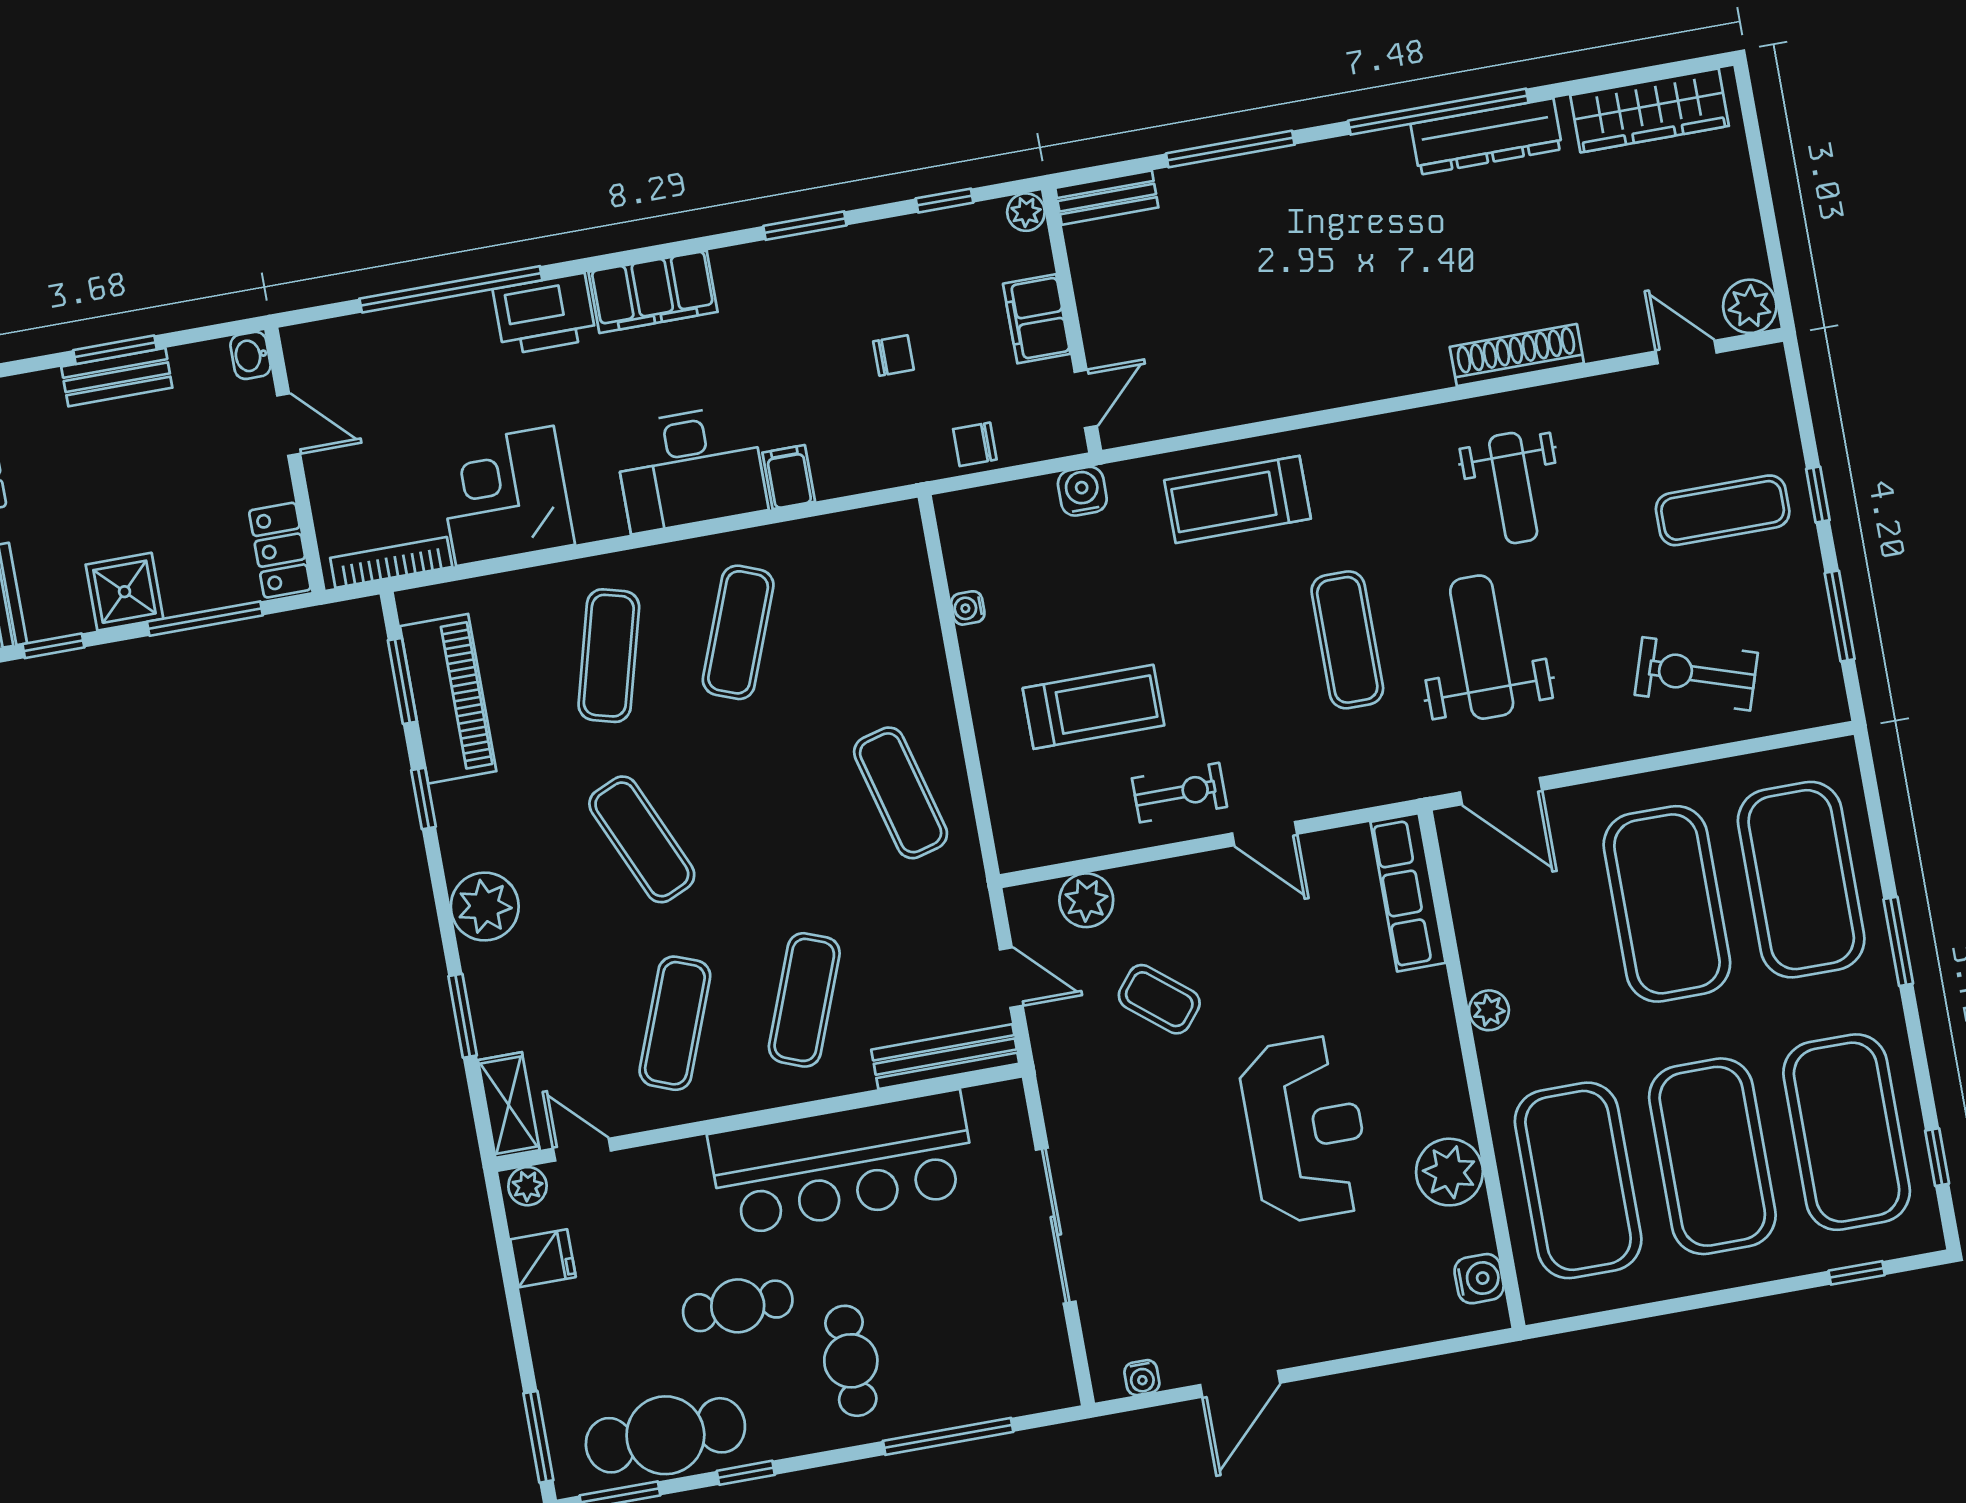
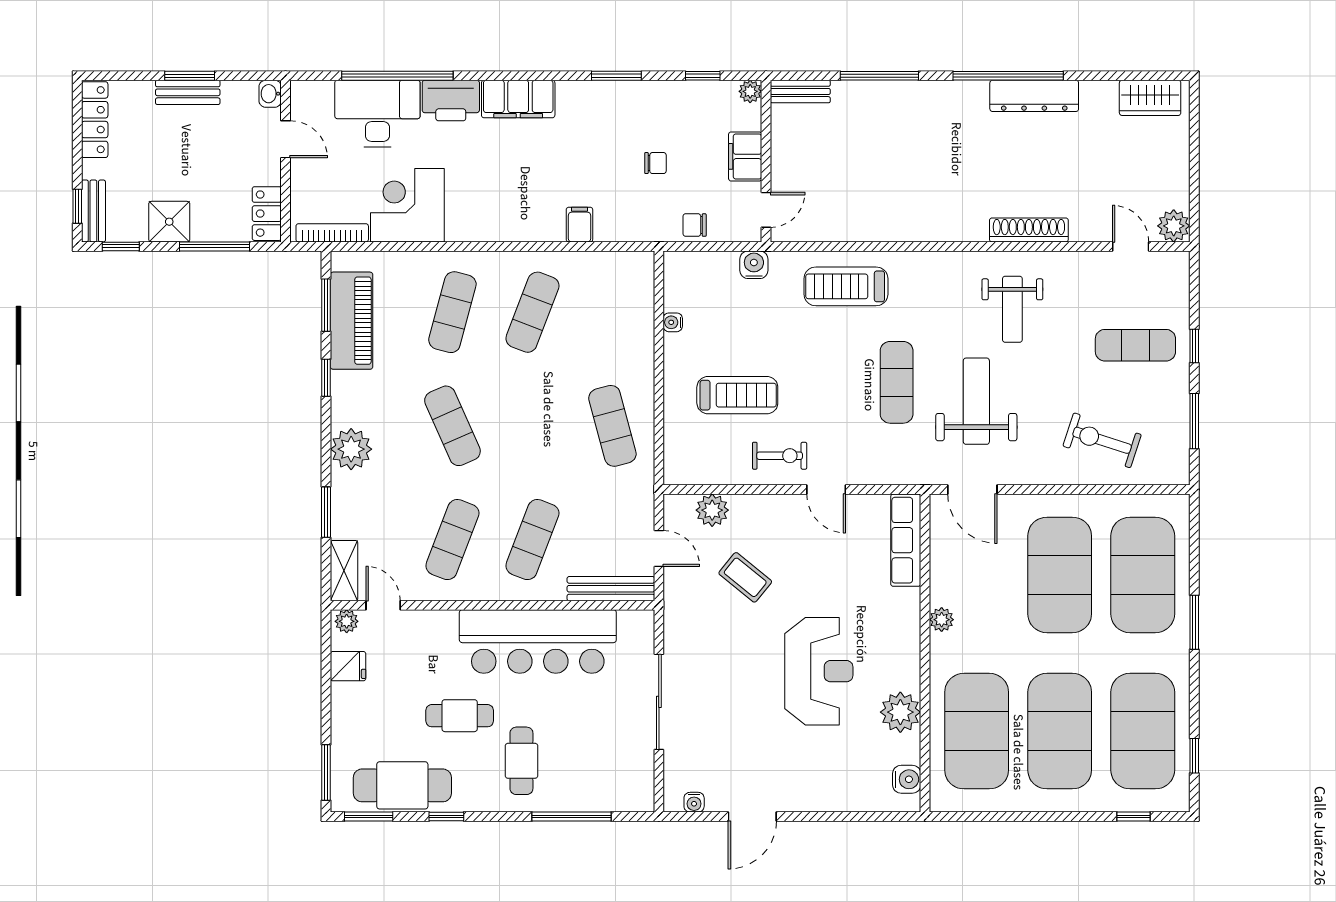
wardrobe: (1650, 111) -> (1150, 98), width x0.67
desk: (690, 468) -> (377, 113), moved, turned 180

